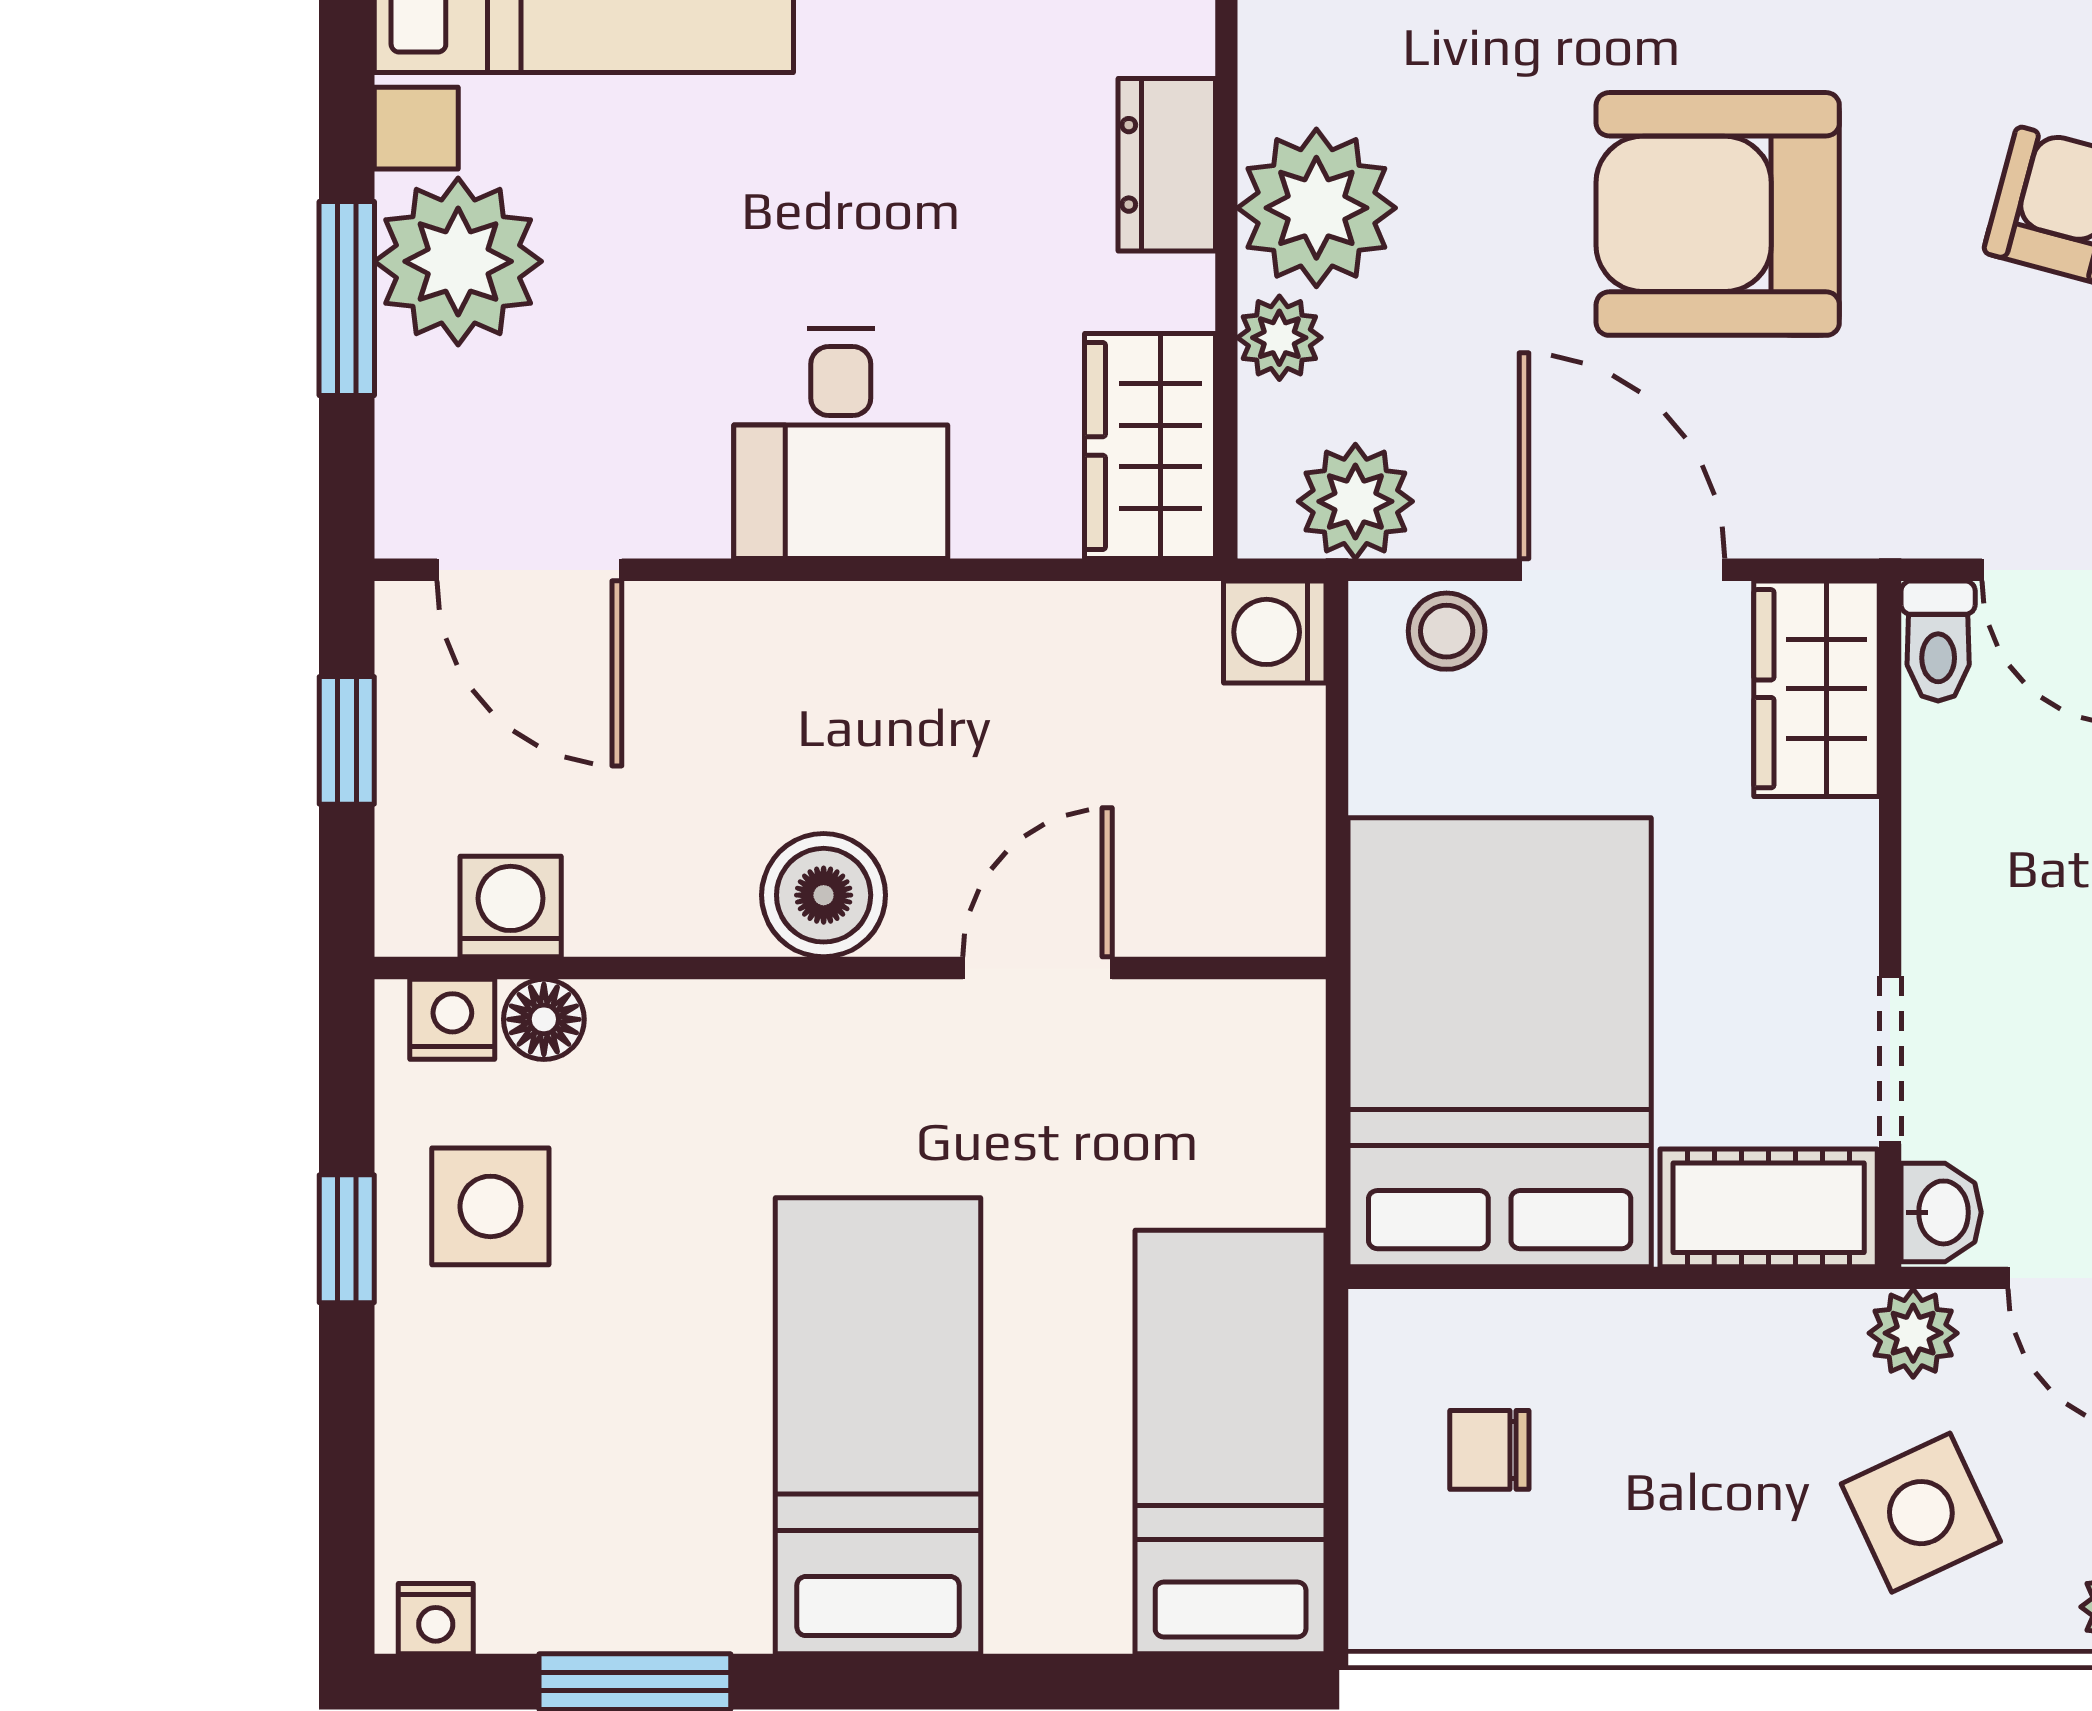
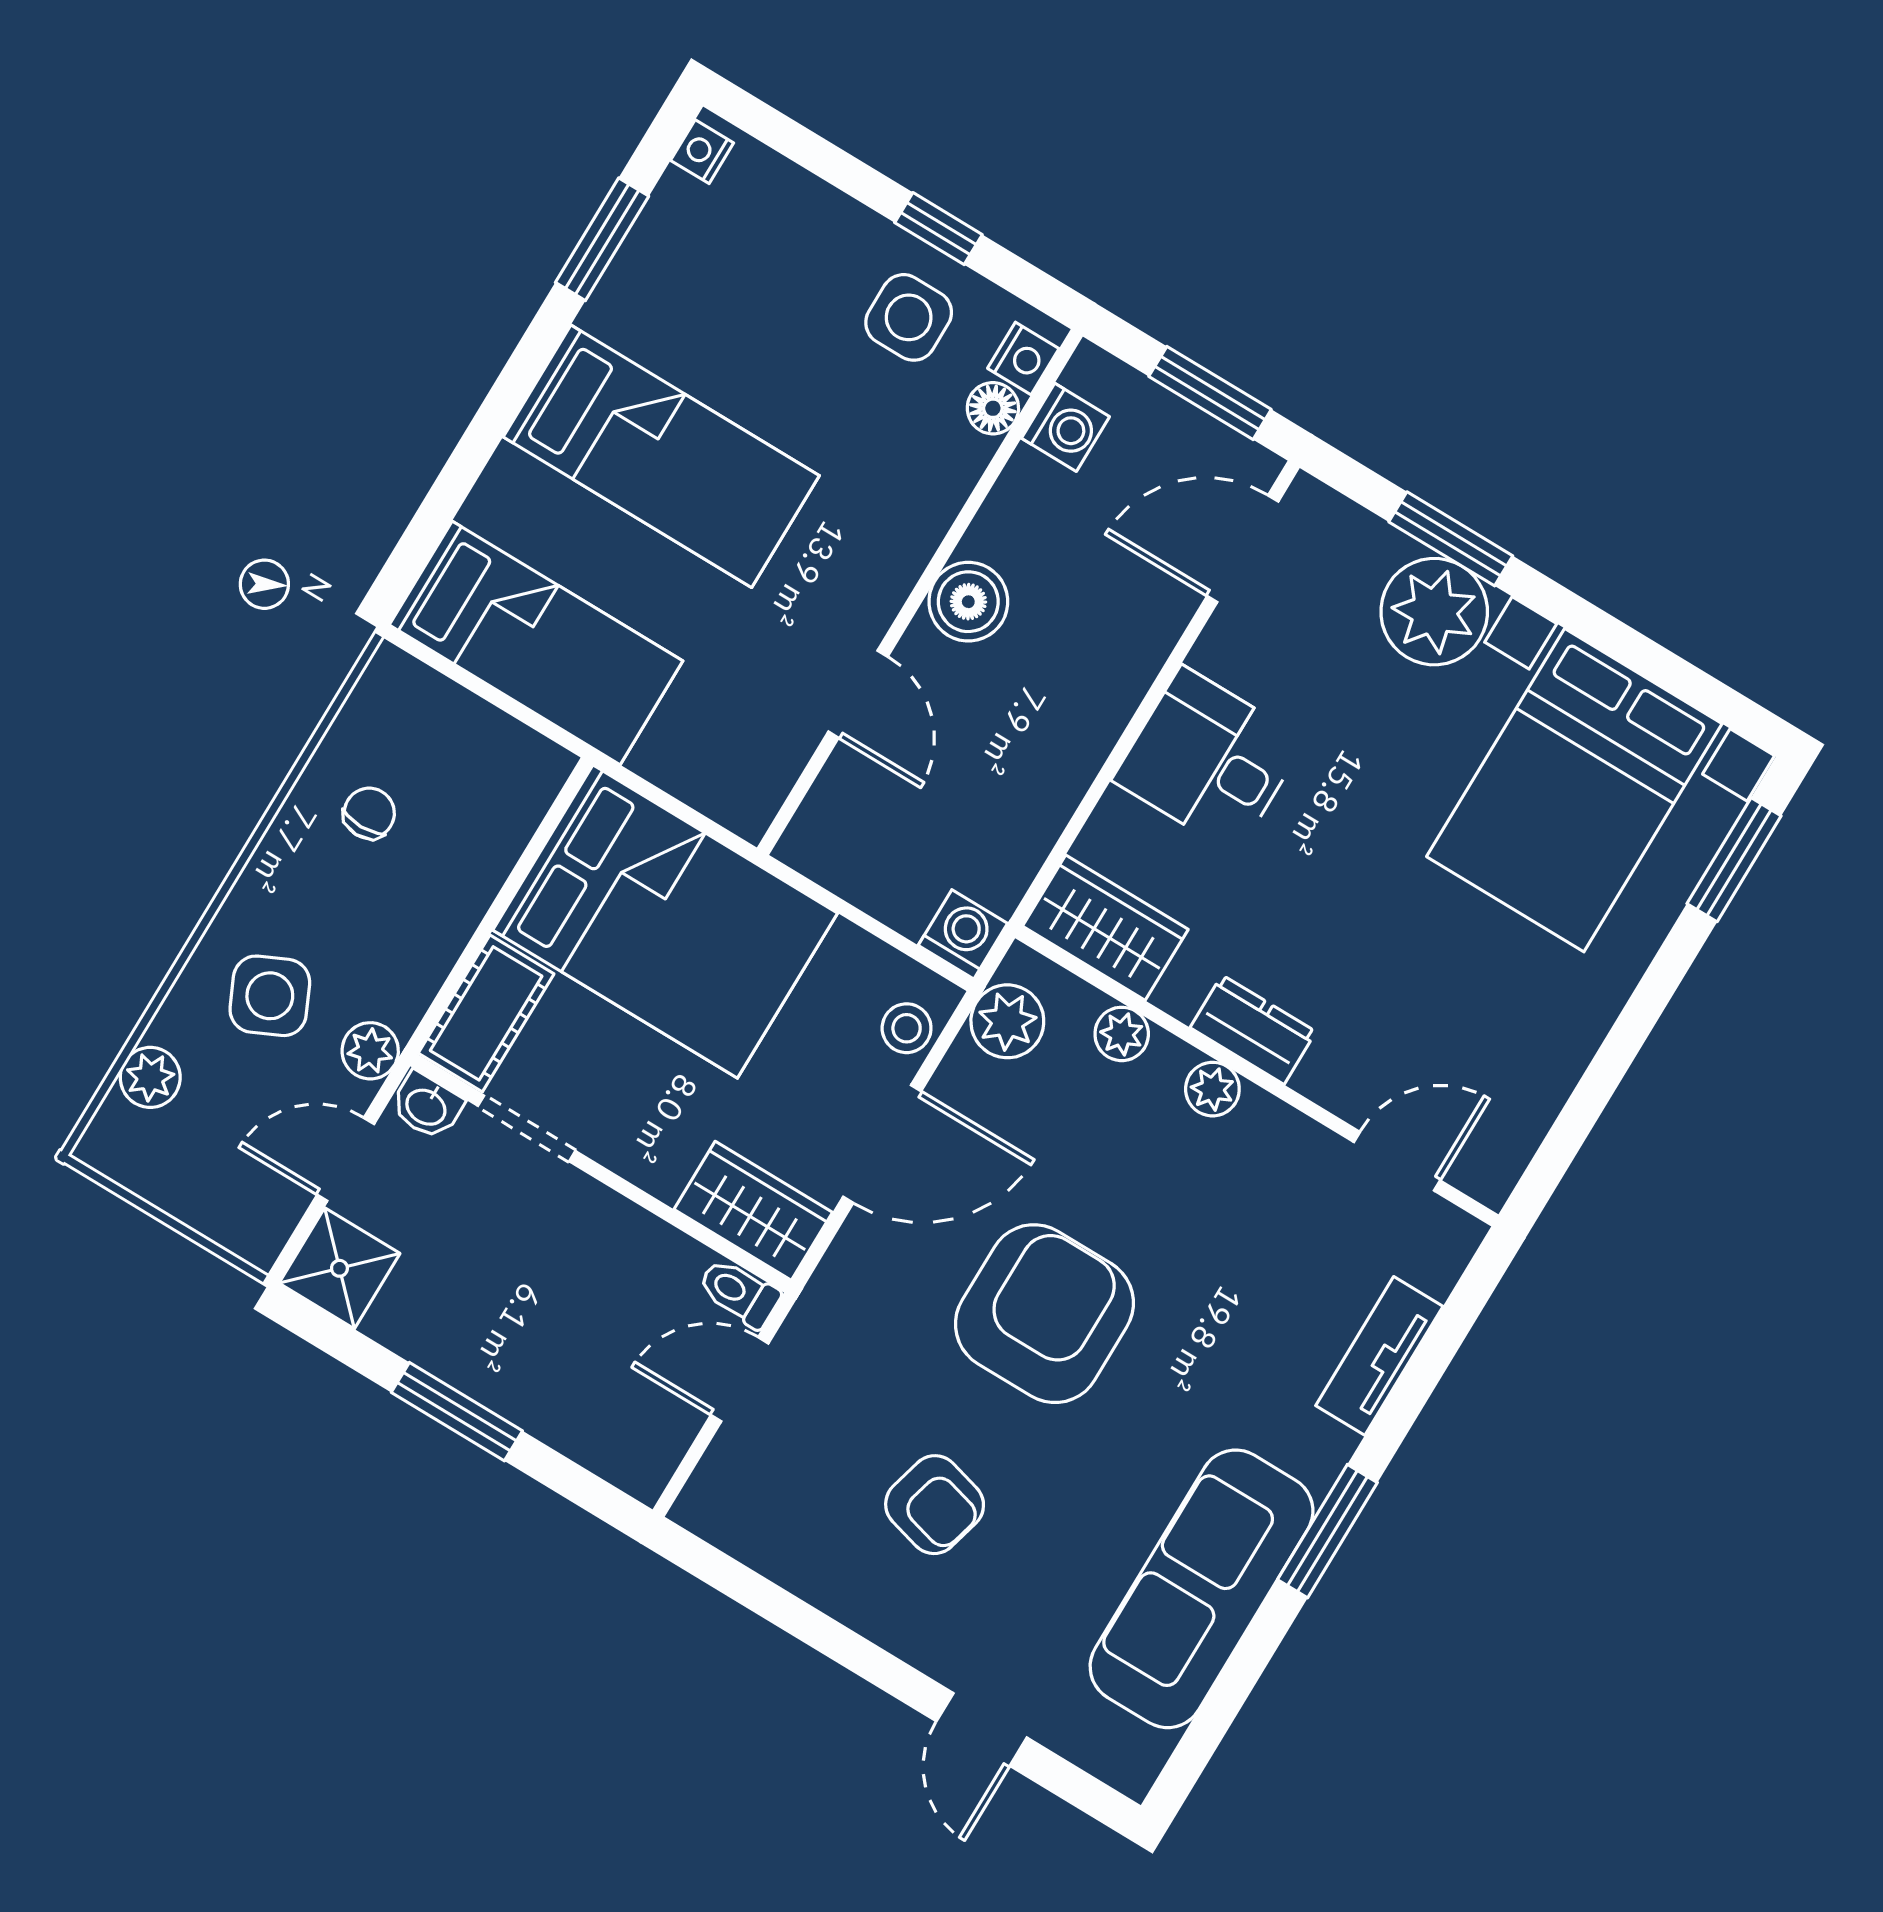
plant: (1316, 208) -> (1212, 1089), width x0.53, depth x0.53
window: (347, 740) -> (1210, 393), width x1.50
chair: (1489, 1450) -> (369, 813), moved

